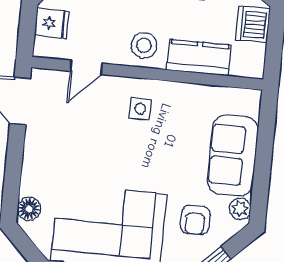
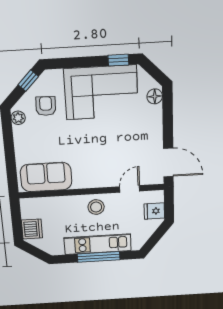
kitchen counter: (199, 58) -> (61, 205), removed
side table: (140, 109) -> (92, 170), removed
sofa: (233, 155) -> (46, 177), moved, turned -90

